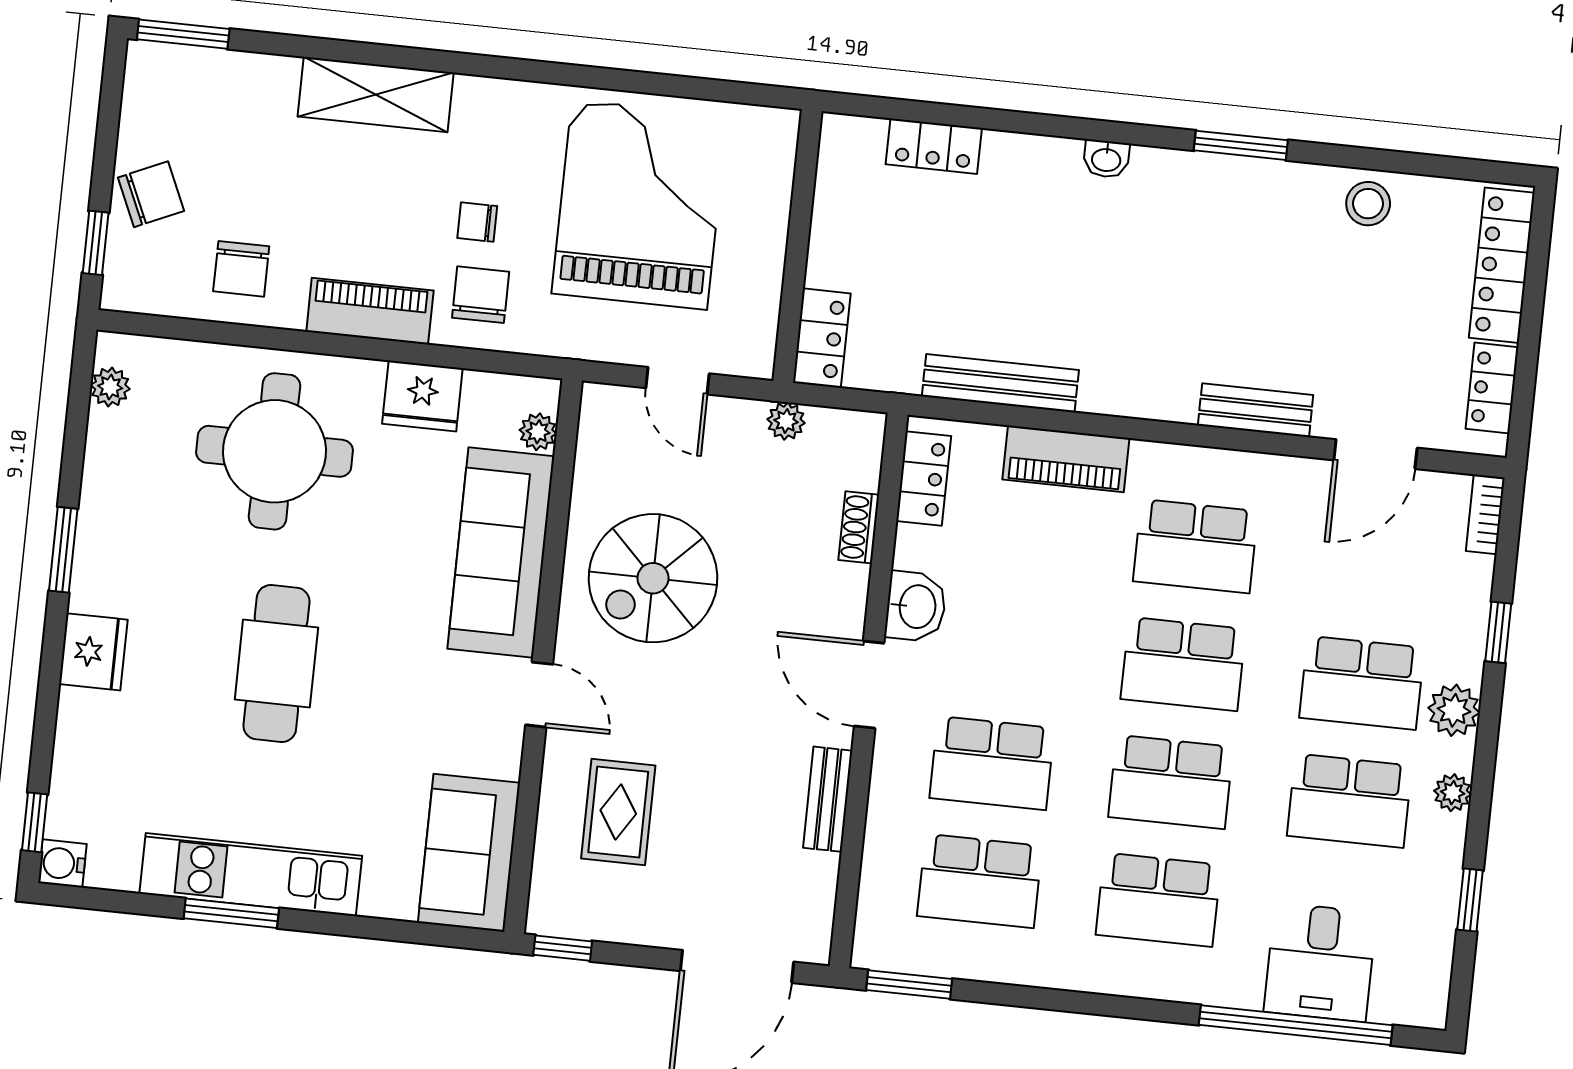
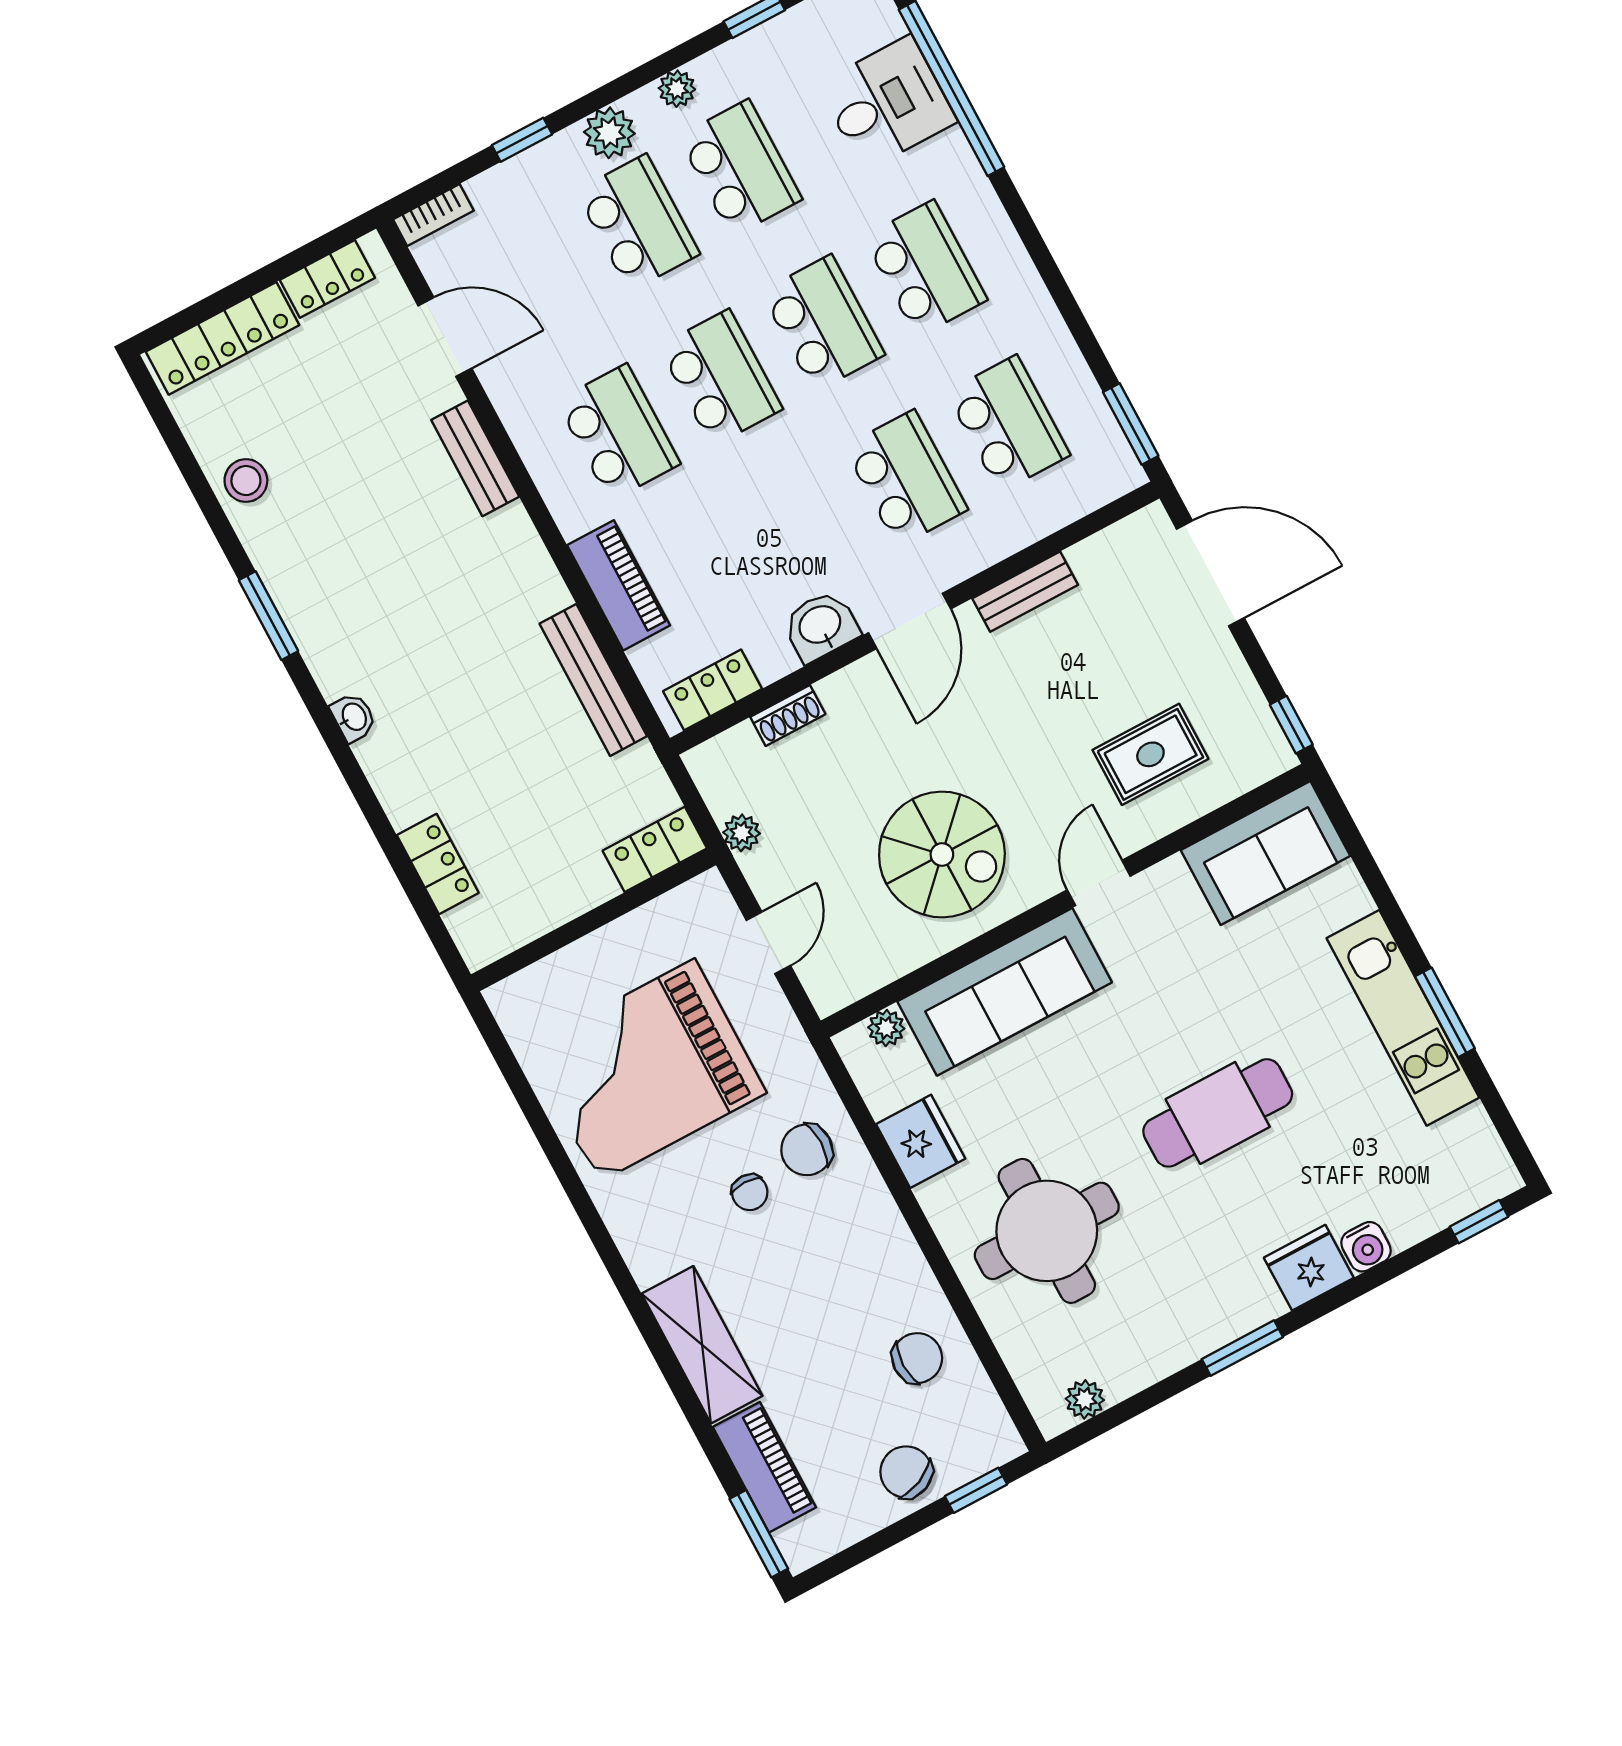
piano: (370, 311) -> (764, 1467), moved, turned 180
water cooler: (62, 863) -> (1366, 1247), moved

